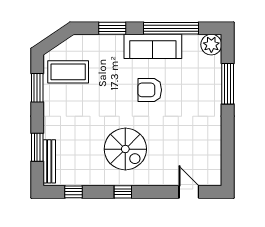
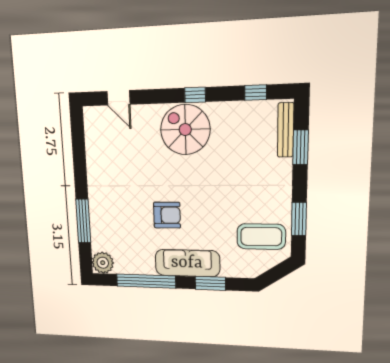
sofa: (153, 46) -> (187, 263), moved
spiral stairs: (125, 149) -> (185, 130), moved

